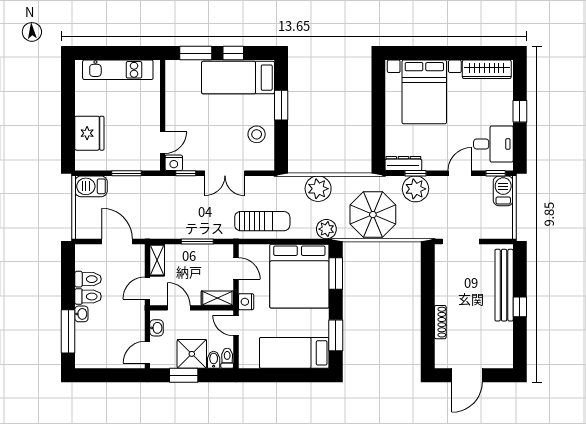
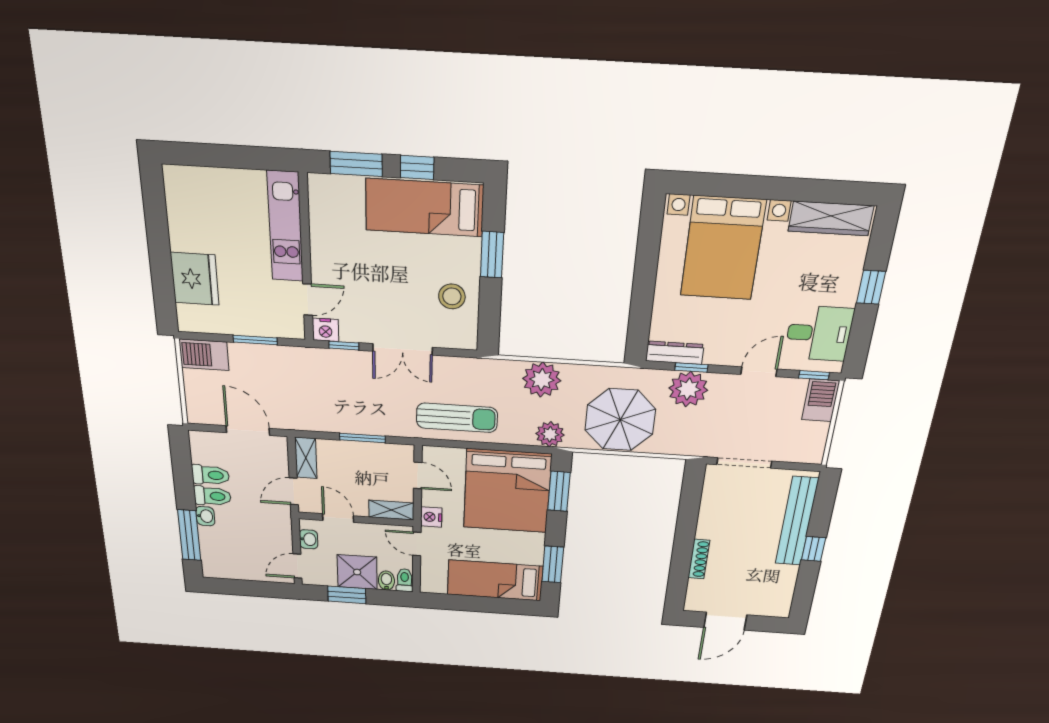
kitchen unit: (118, 70) -> (285, 227), moved, turned 90

